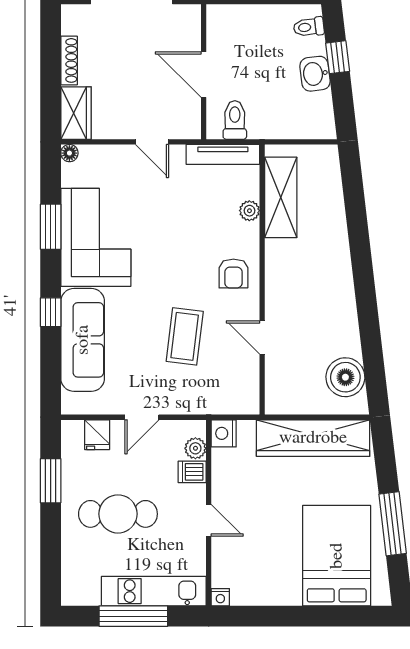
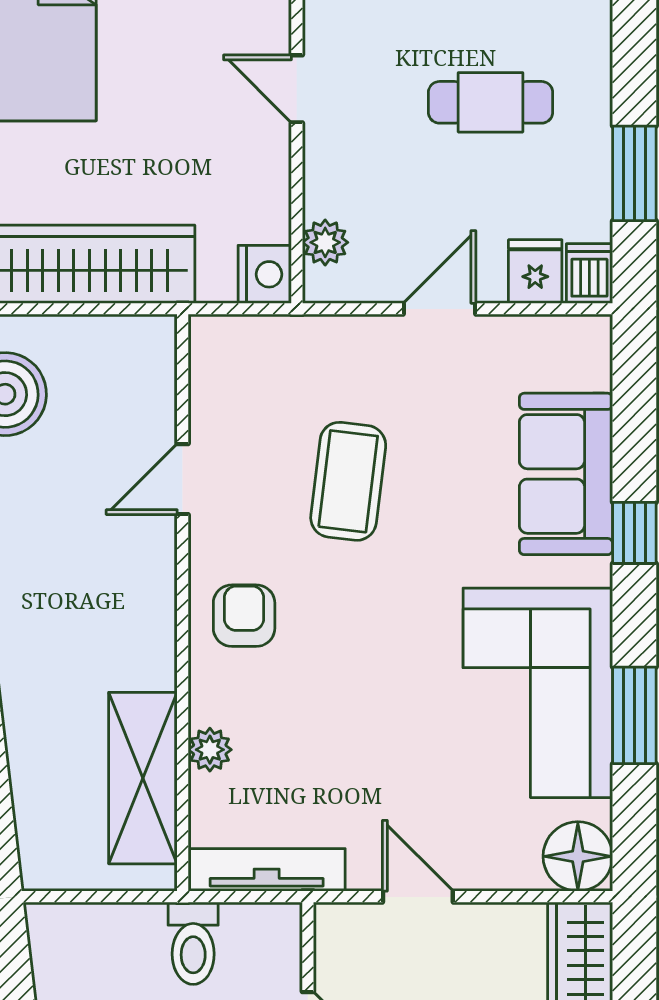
toilet: (235, 120) -> (193, 943), moved
floor lamp: (69, 153) -> (578, 856), width x1.89, depth x1.89
door: (262, 337) -> (183, 479), swing flipped
sofa: (83, 340) -> (566, 474), width x0.73
dishwasher: (192, 472) -> (589, 273), moved, turned -90
cafe table: (118, 514) -> (491, 102), width x0.73, depth x0.74

